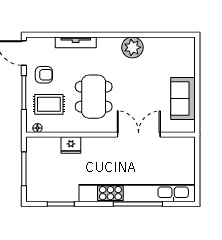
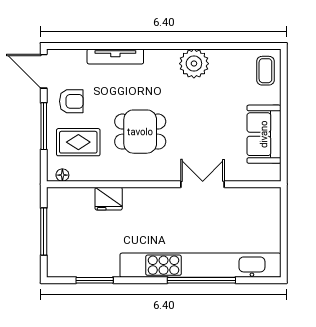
coffee table: (184, 53) -> (265, 71), added
dining table: (94, 97) -> (140, 132), width x0.73
double door: (139, 135) -> (203, 184), width x0.73

